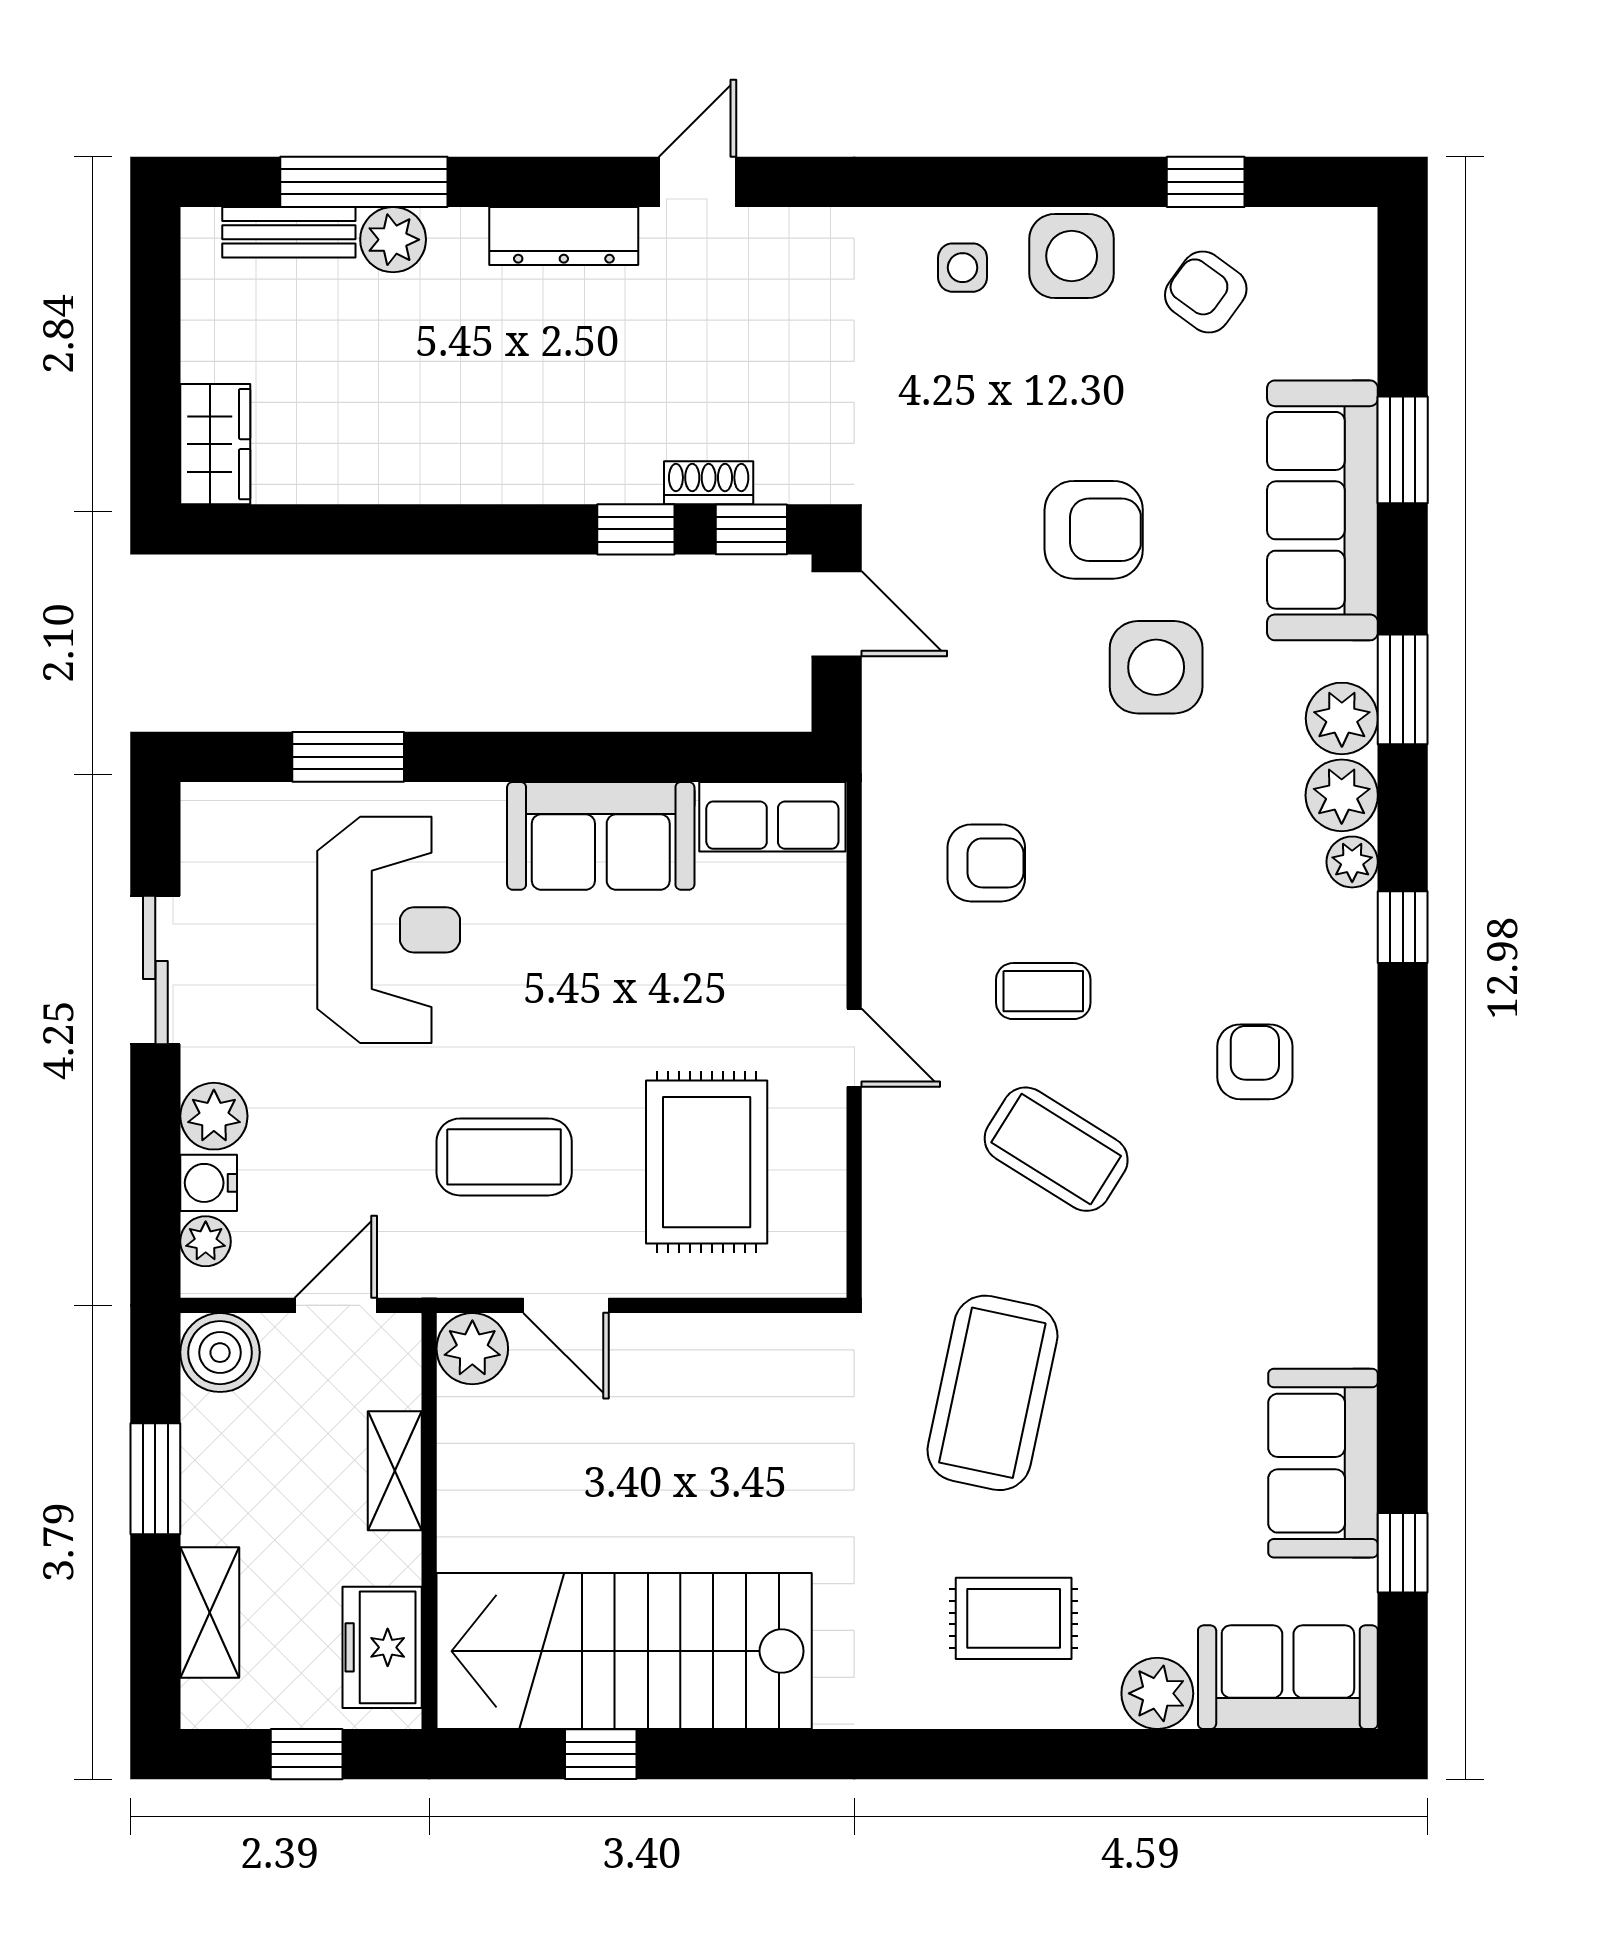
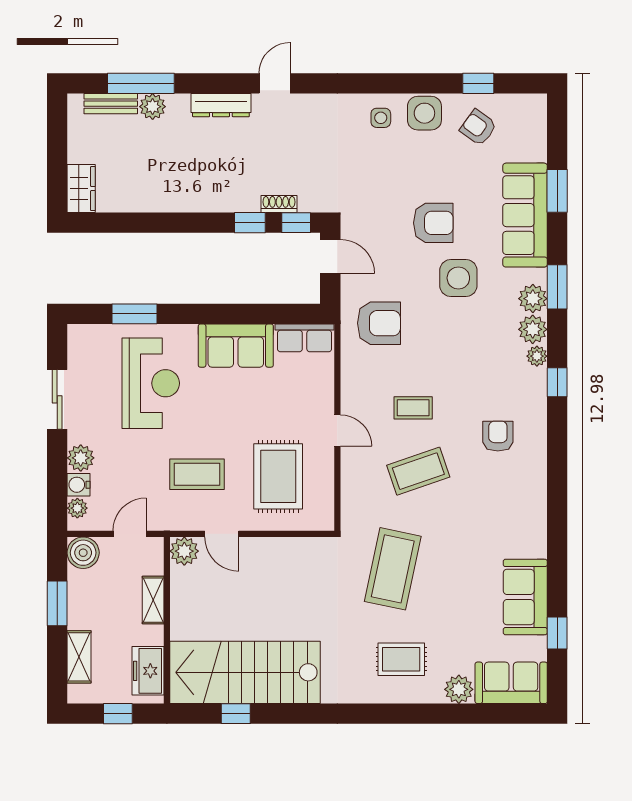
armchair: (986, 863) -> (379, 323), moved, width x1.38, depth x1.38
coffee table: (1056, 1149) -> (418, 471), turned -51

